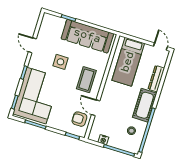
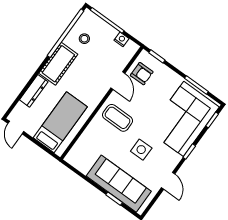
sofa: (87, 36) -> (119, 184), moved
coffee table: (86, 80) -> (118, 118), turned 90

